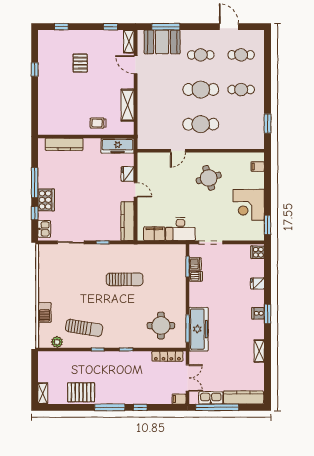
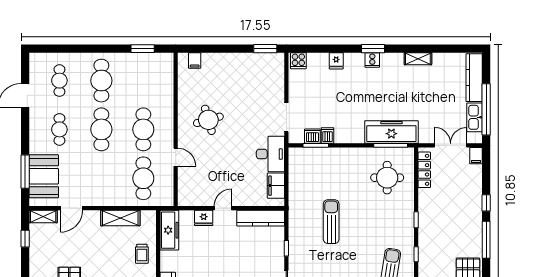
cafe table: (241, 90) -> (101, 81), width x1.37, depth x1.35
cafe table: (160, 124) -> (143, 178), added
corner desk: (249, 205) -> (241, 71), removed

